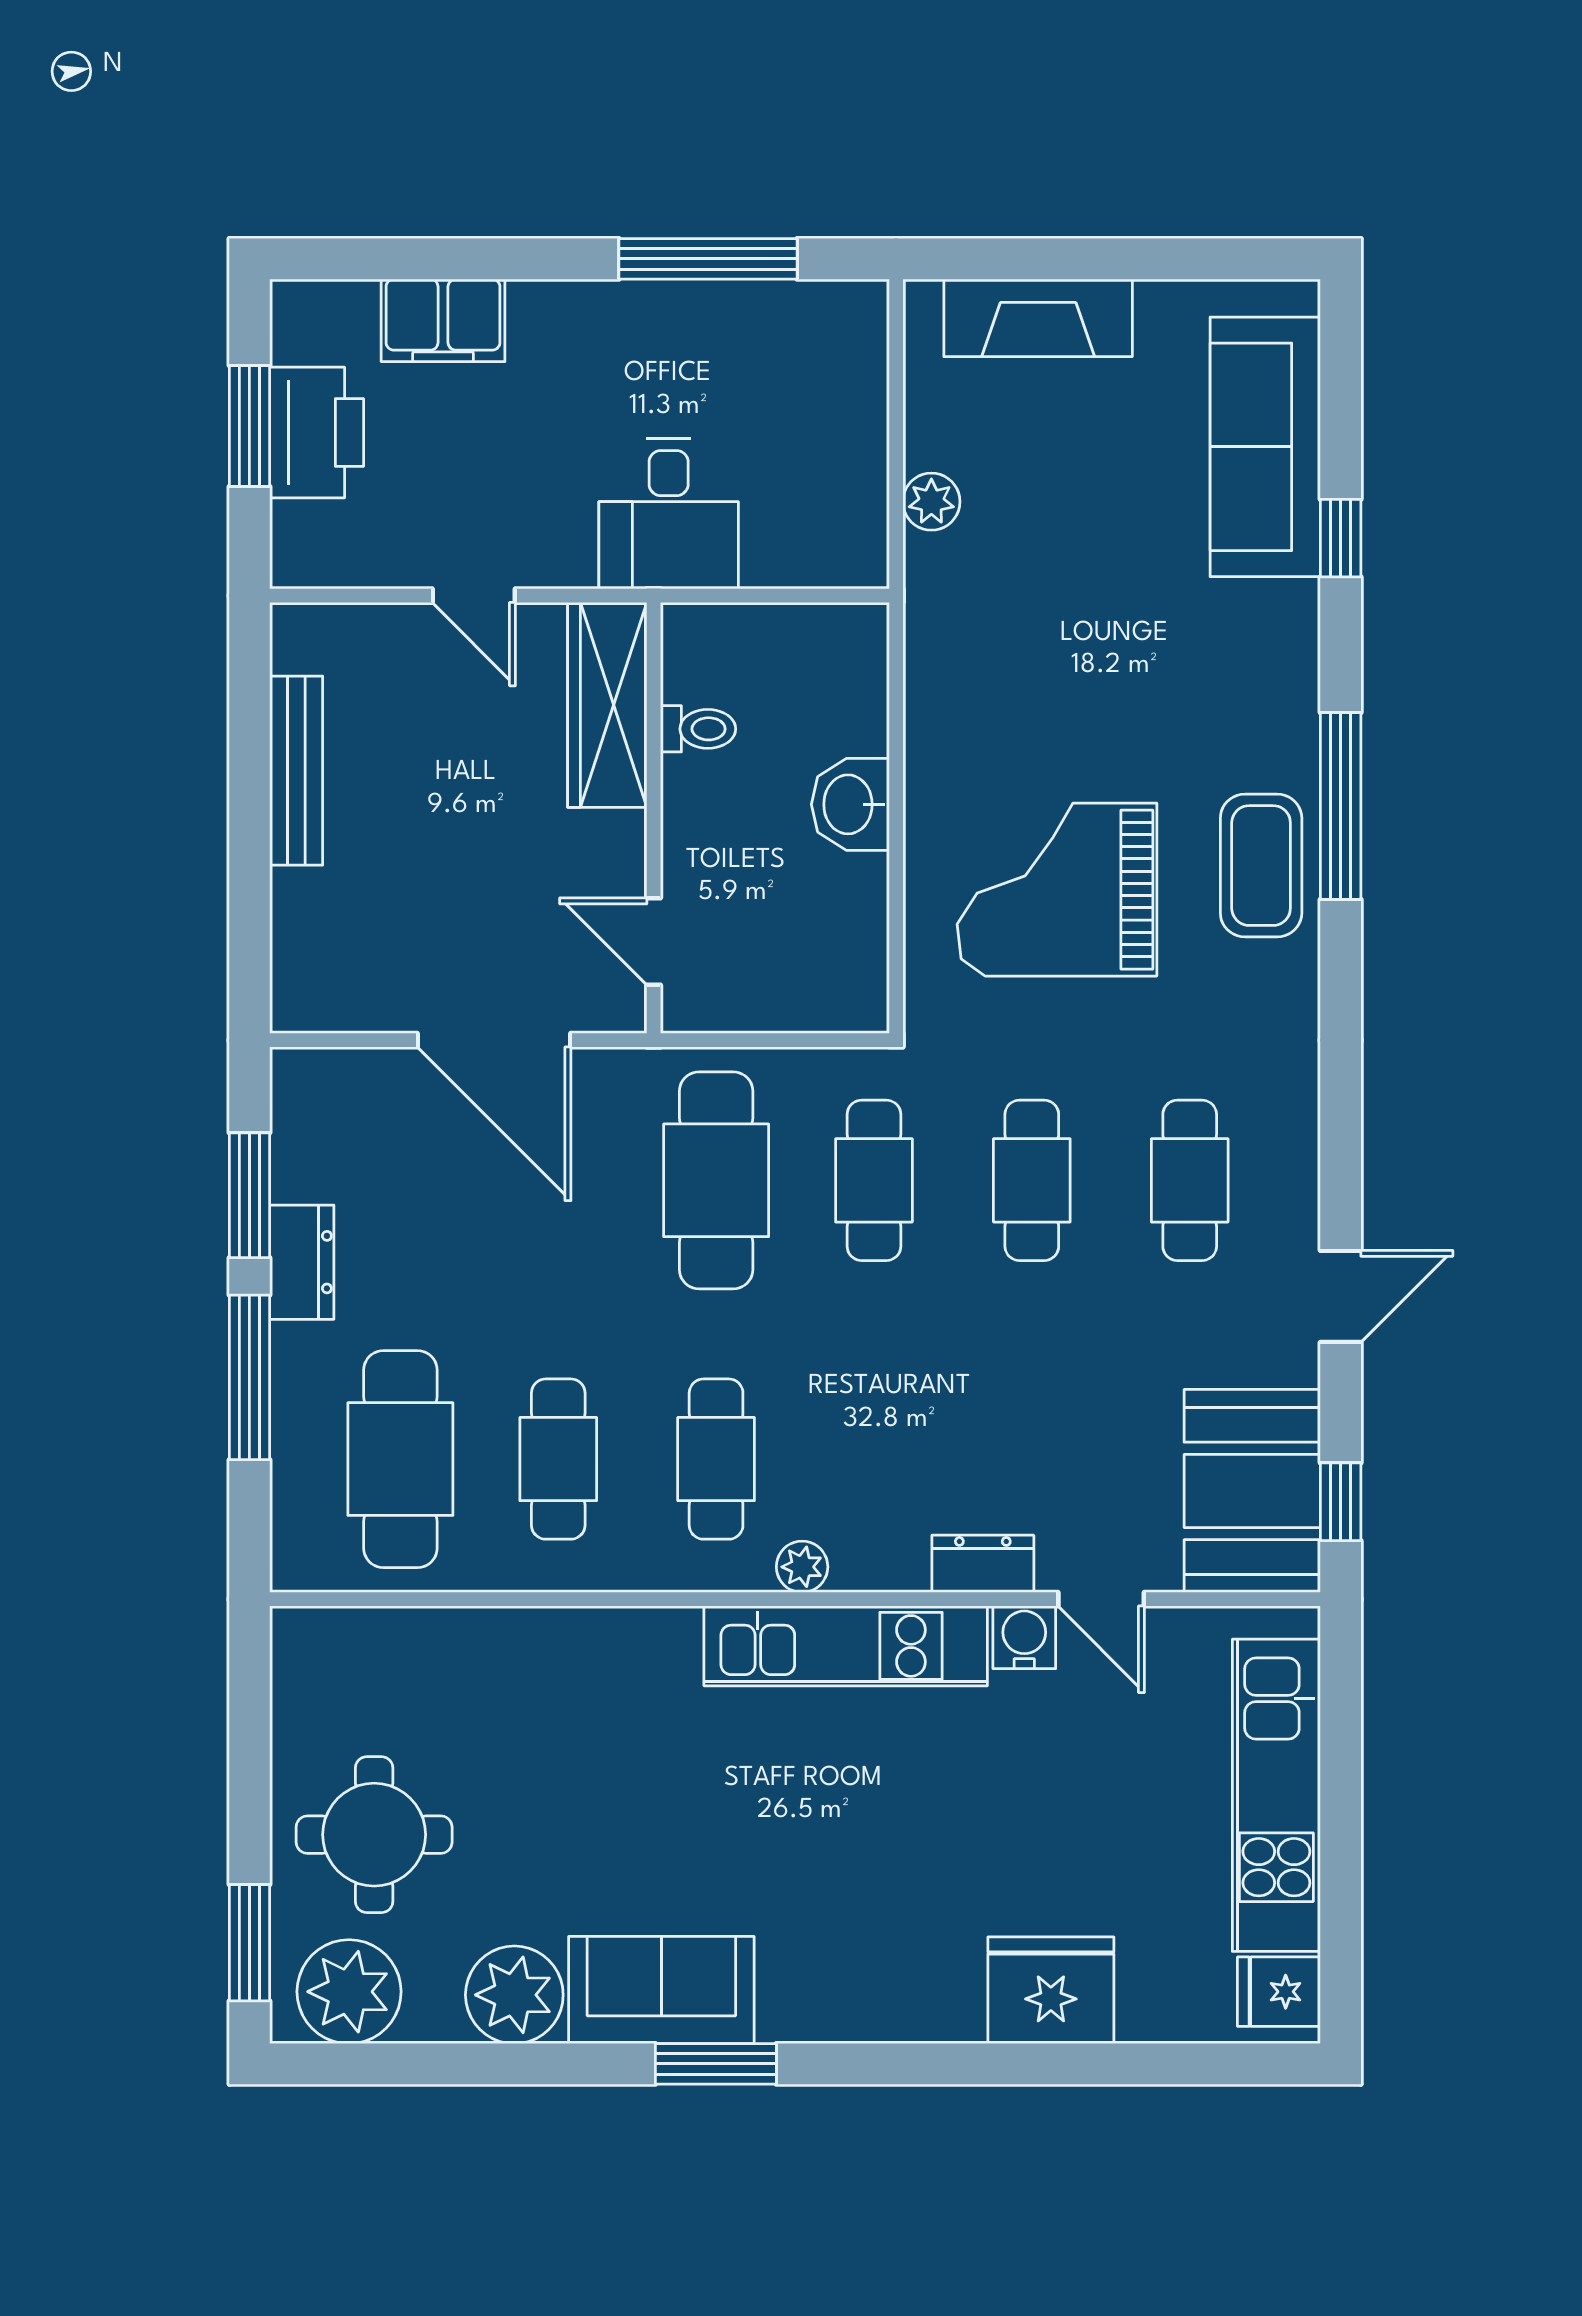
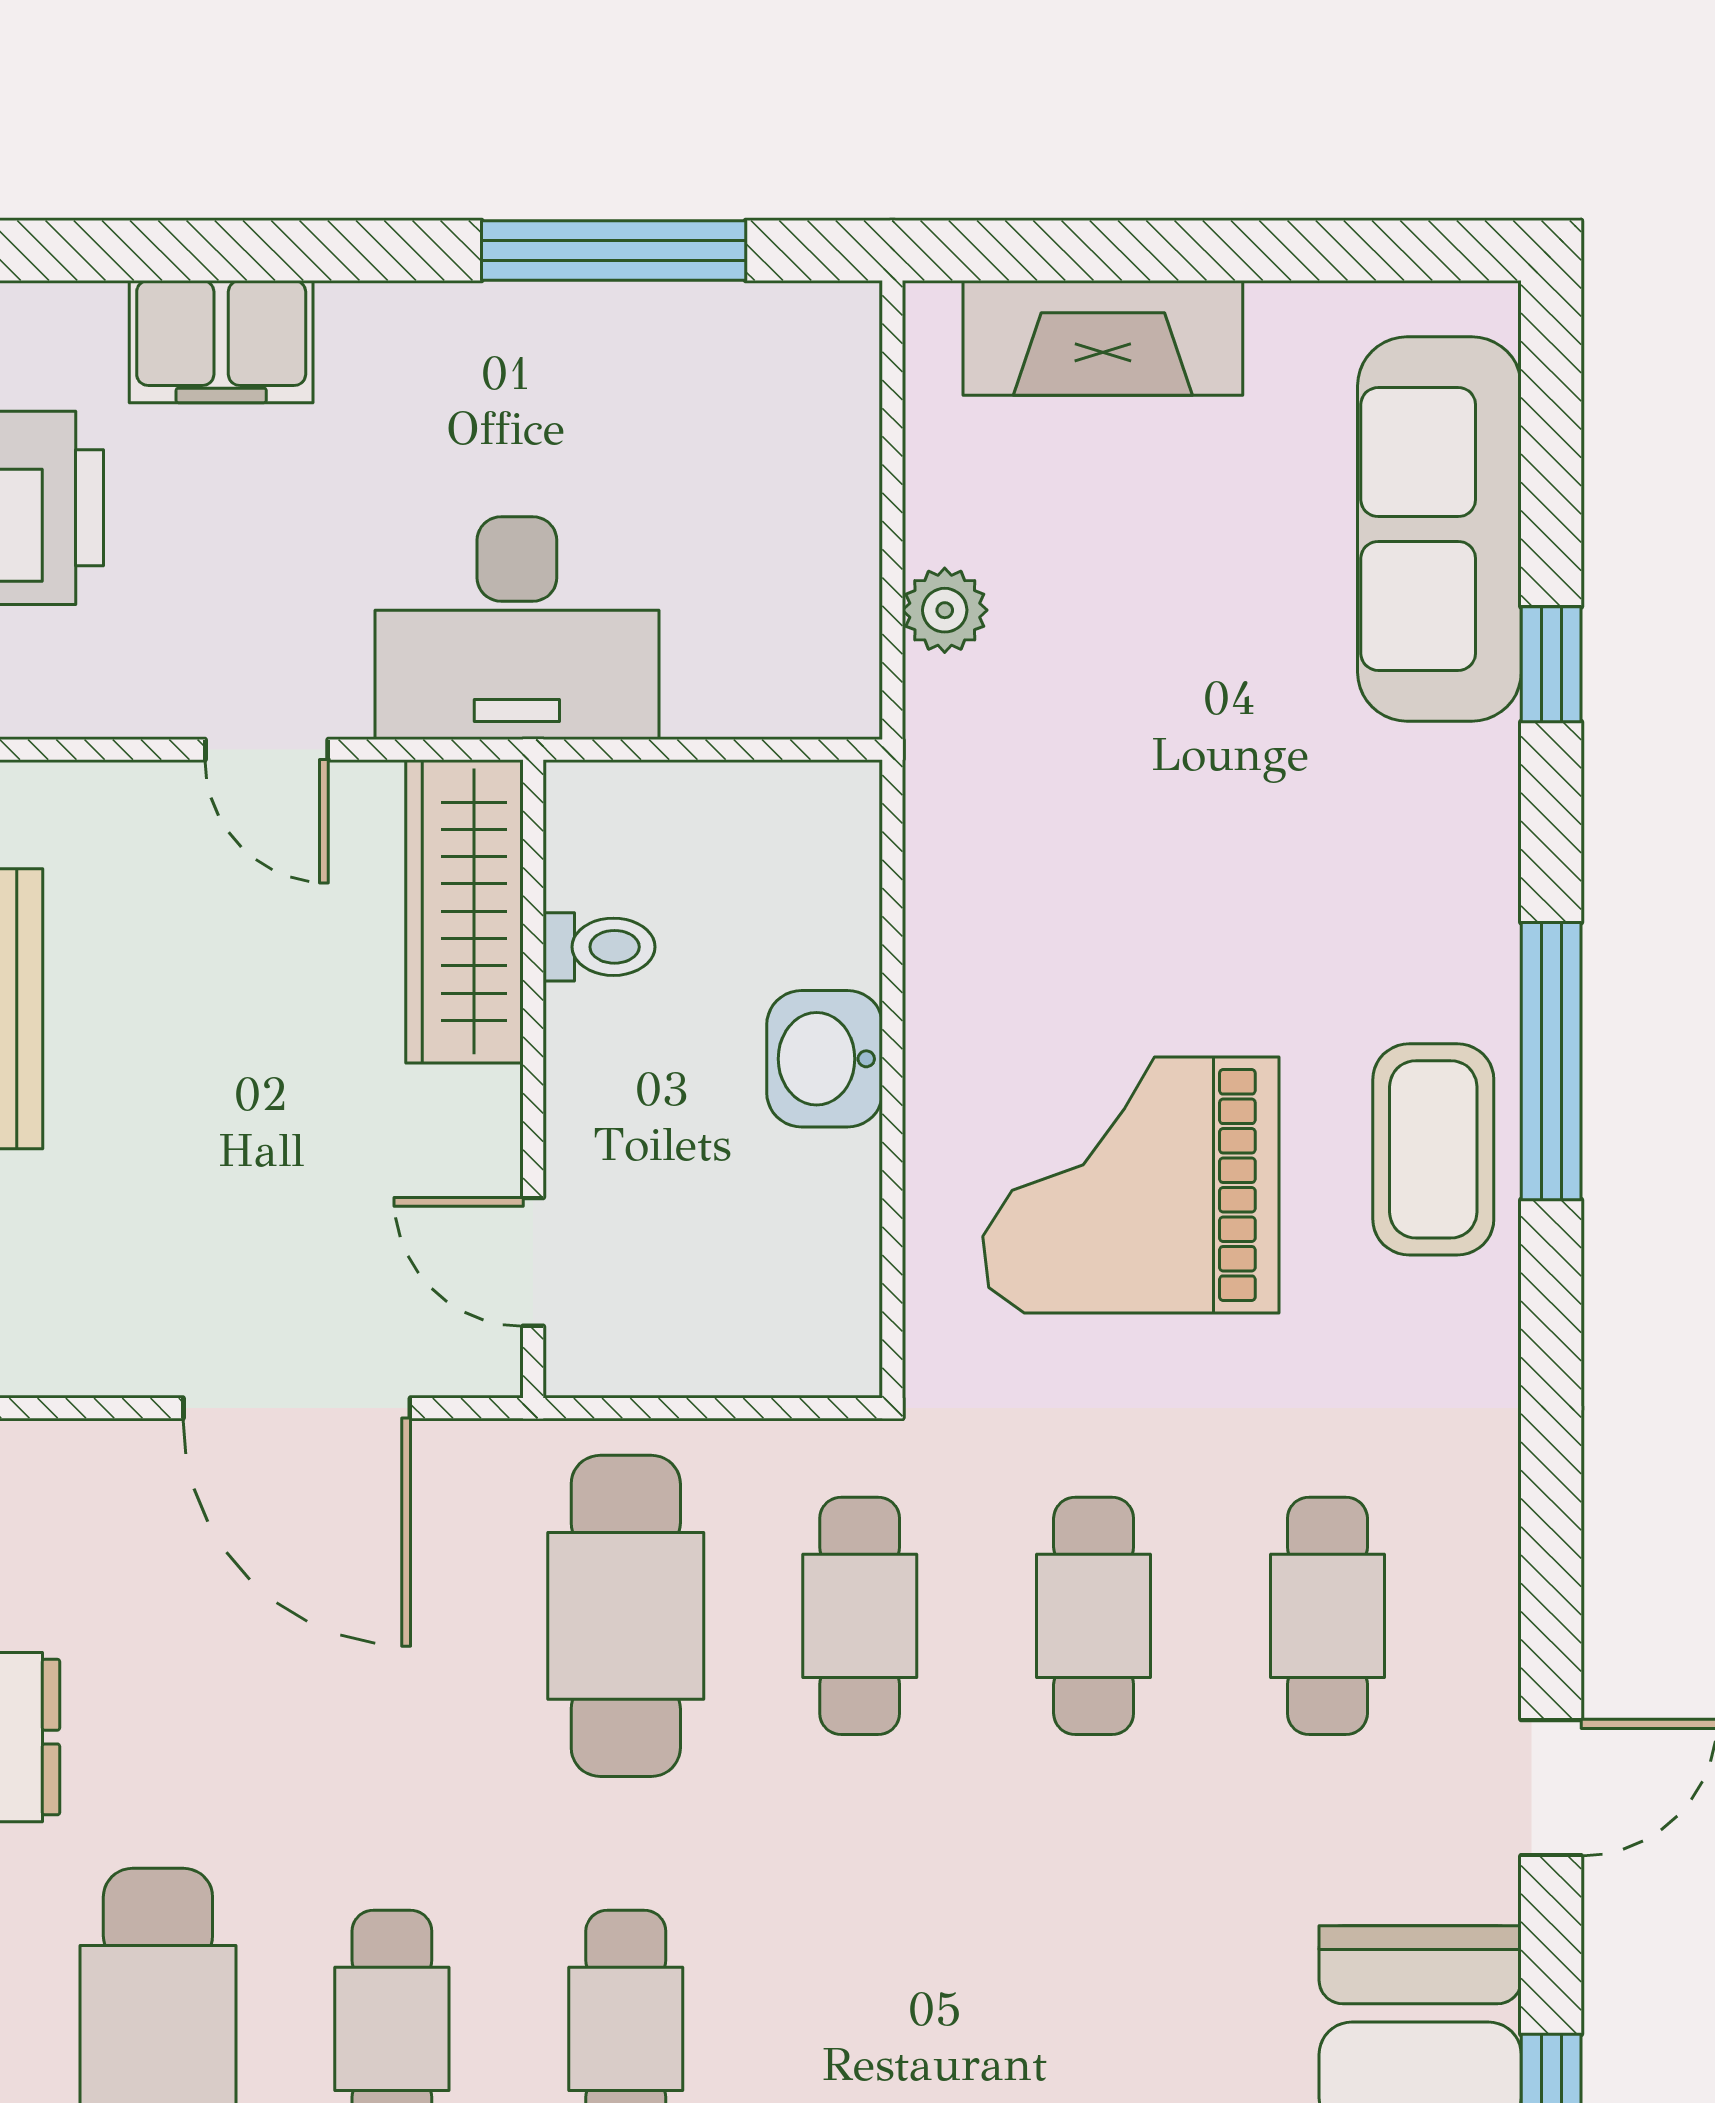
desk: (669, 514) -> (517, 628), width x1.37

